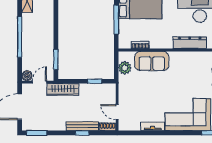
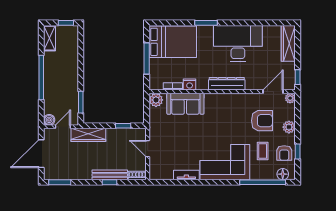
nightstand: (156, 43) -> (190, 85), added
plant: (125, 68) -> (156, 100), moved
door: (117, 112) -> (148, 149), moved

